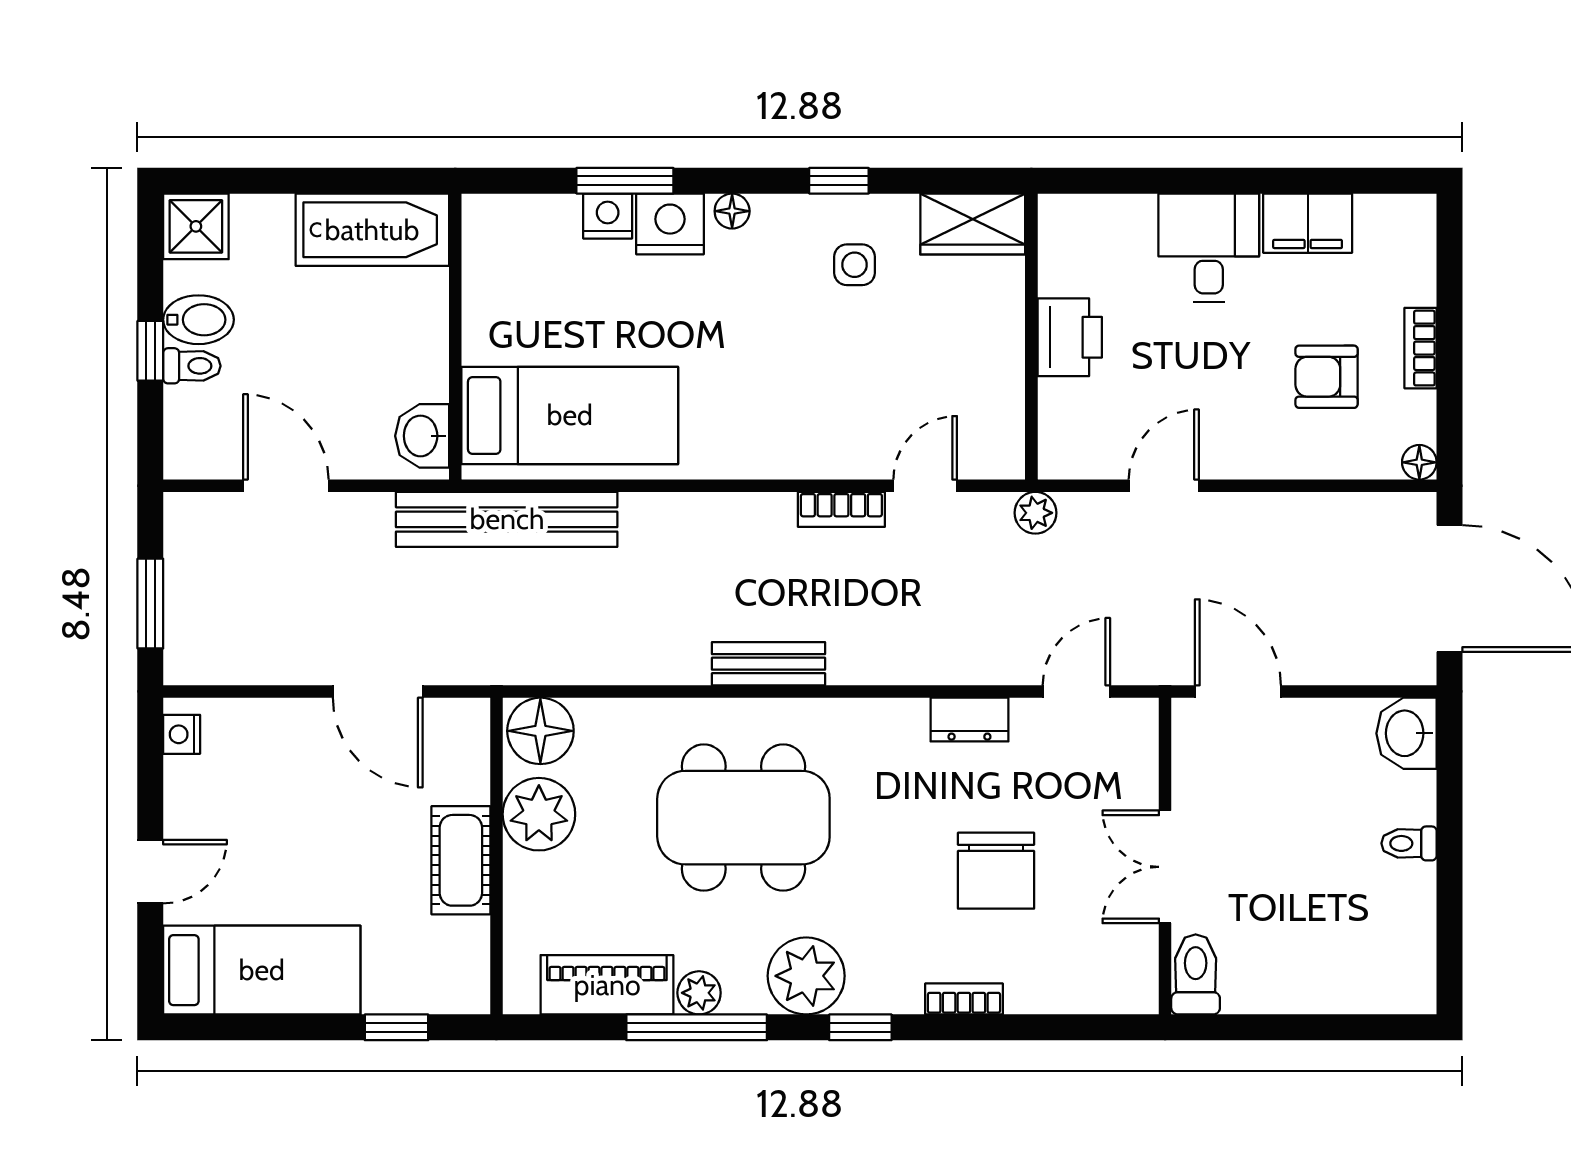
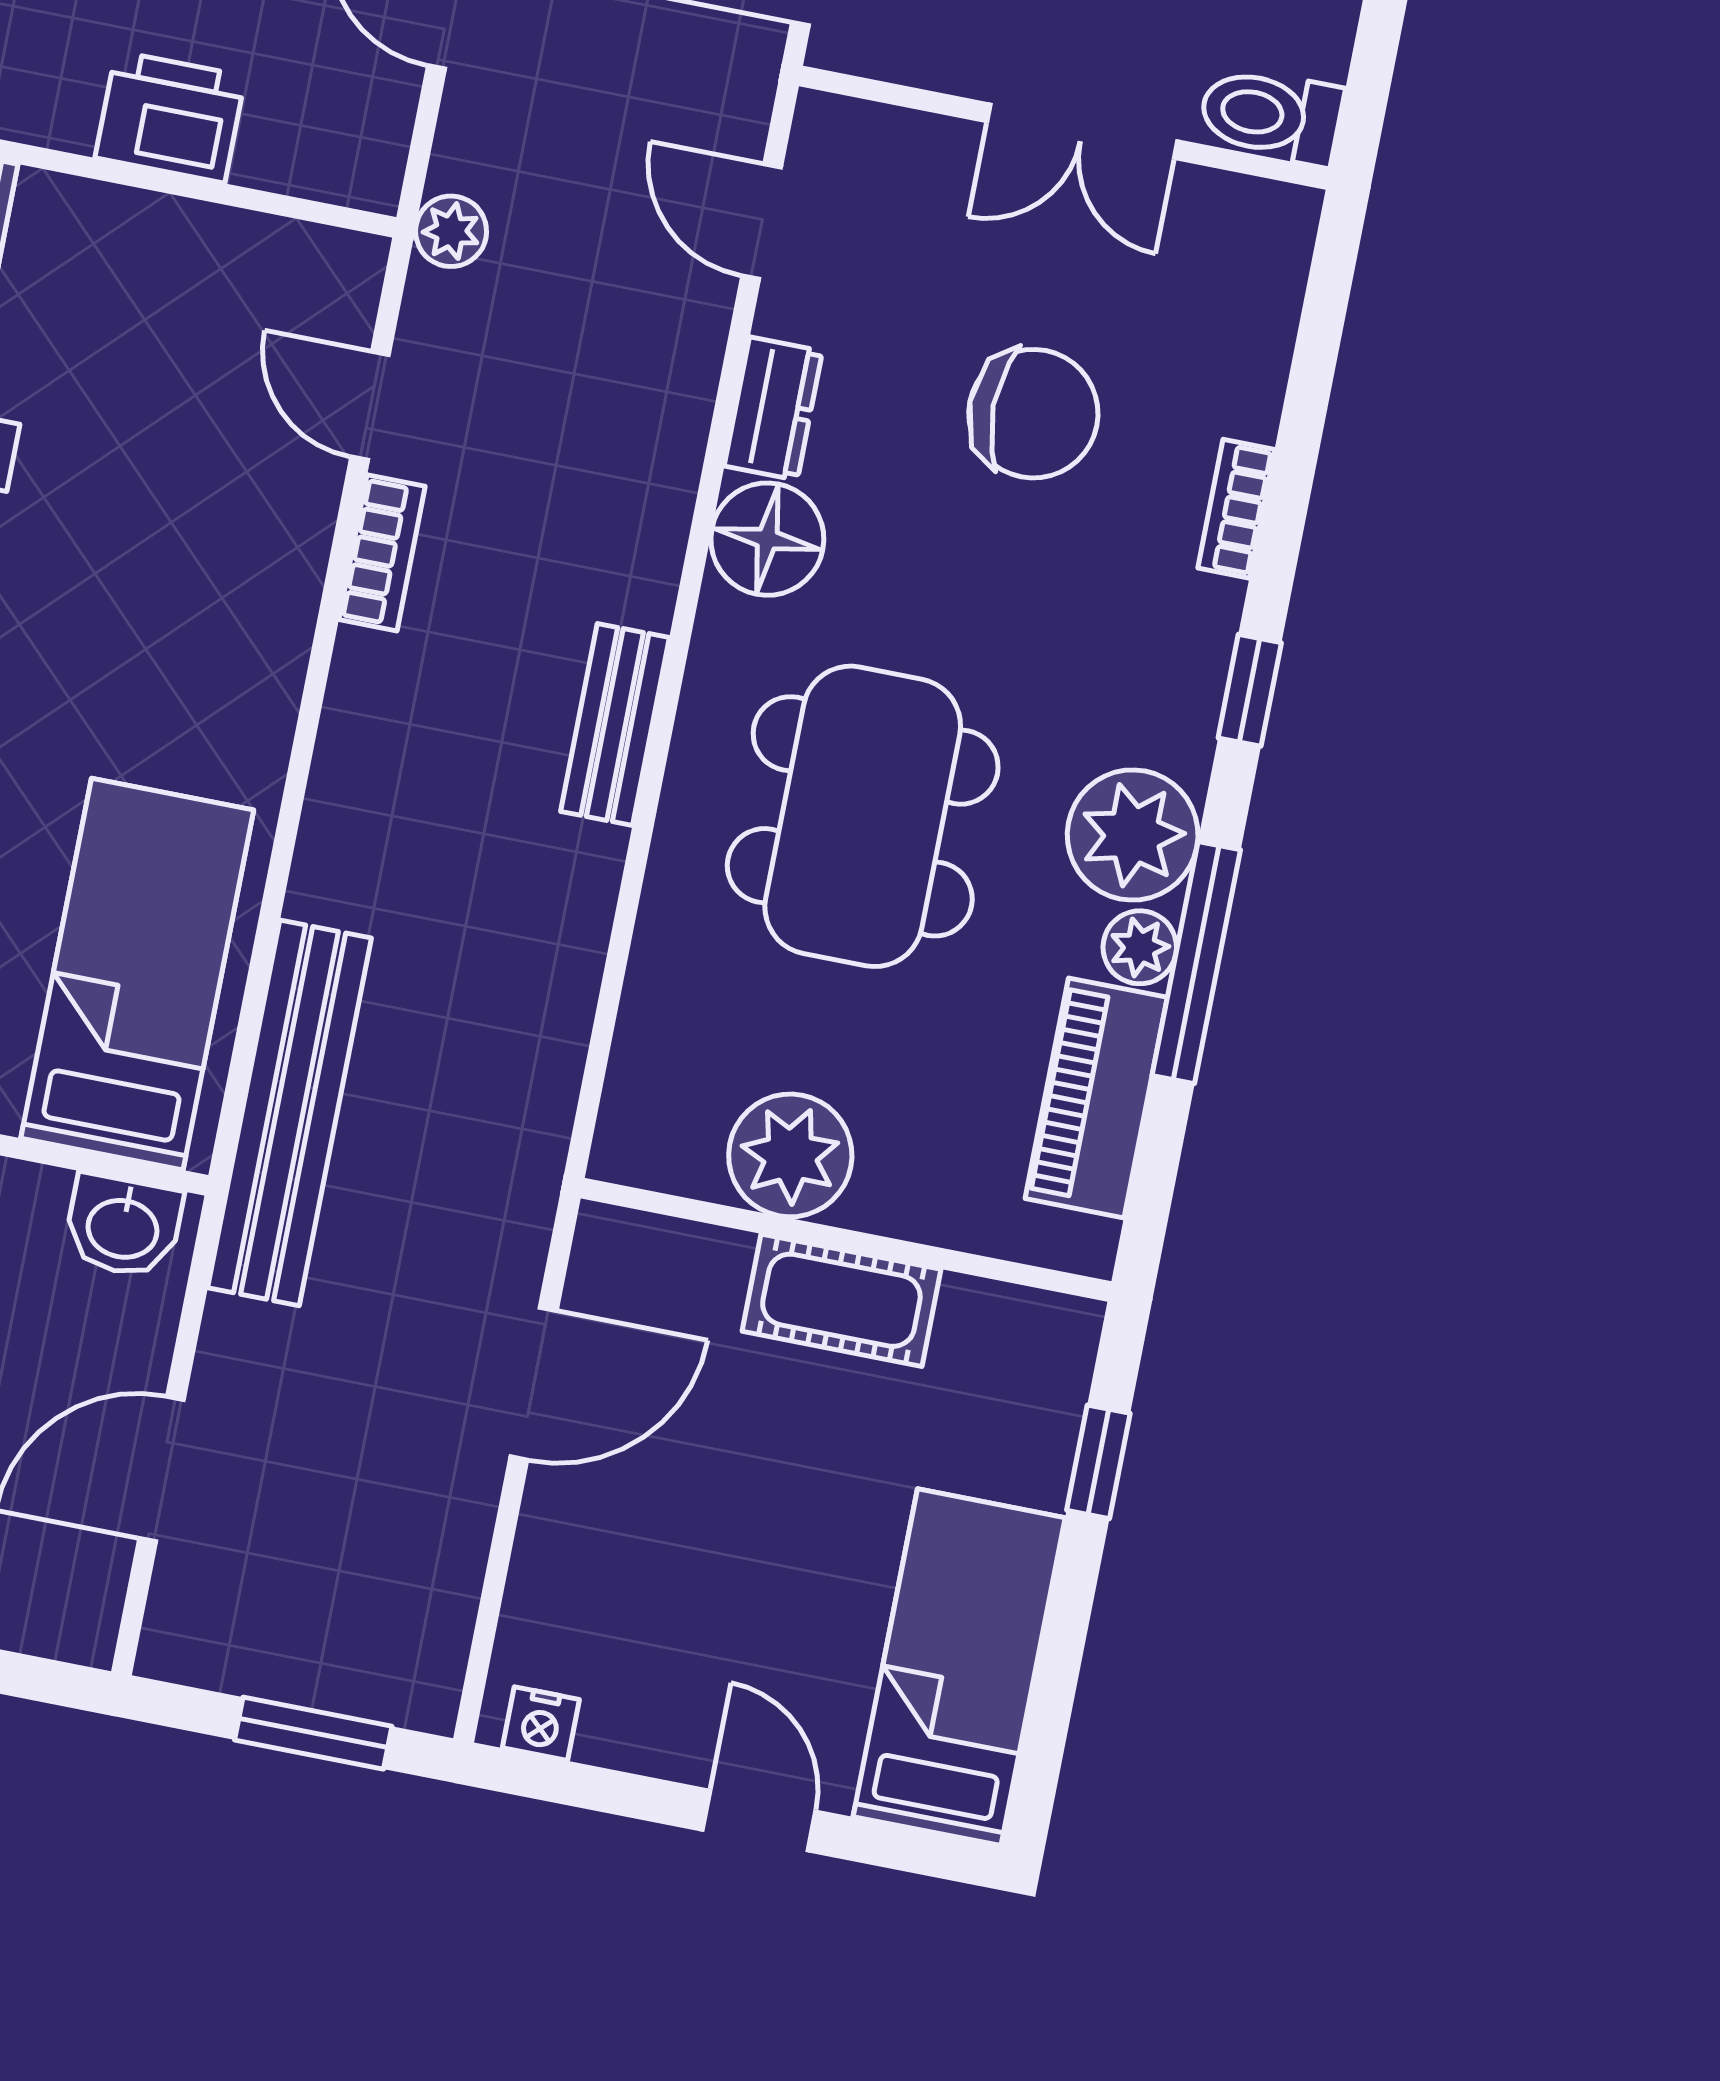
floor lamp: (540, 731) -> (767, 539), moved
plant: (806, 976) -> (1133, 835), moved

